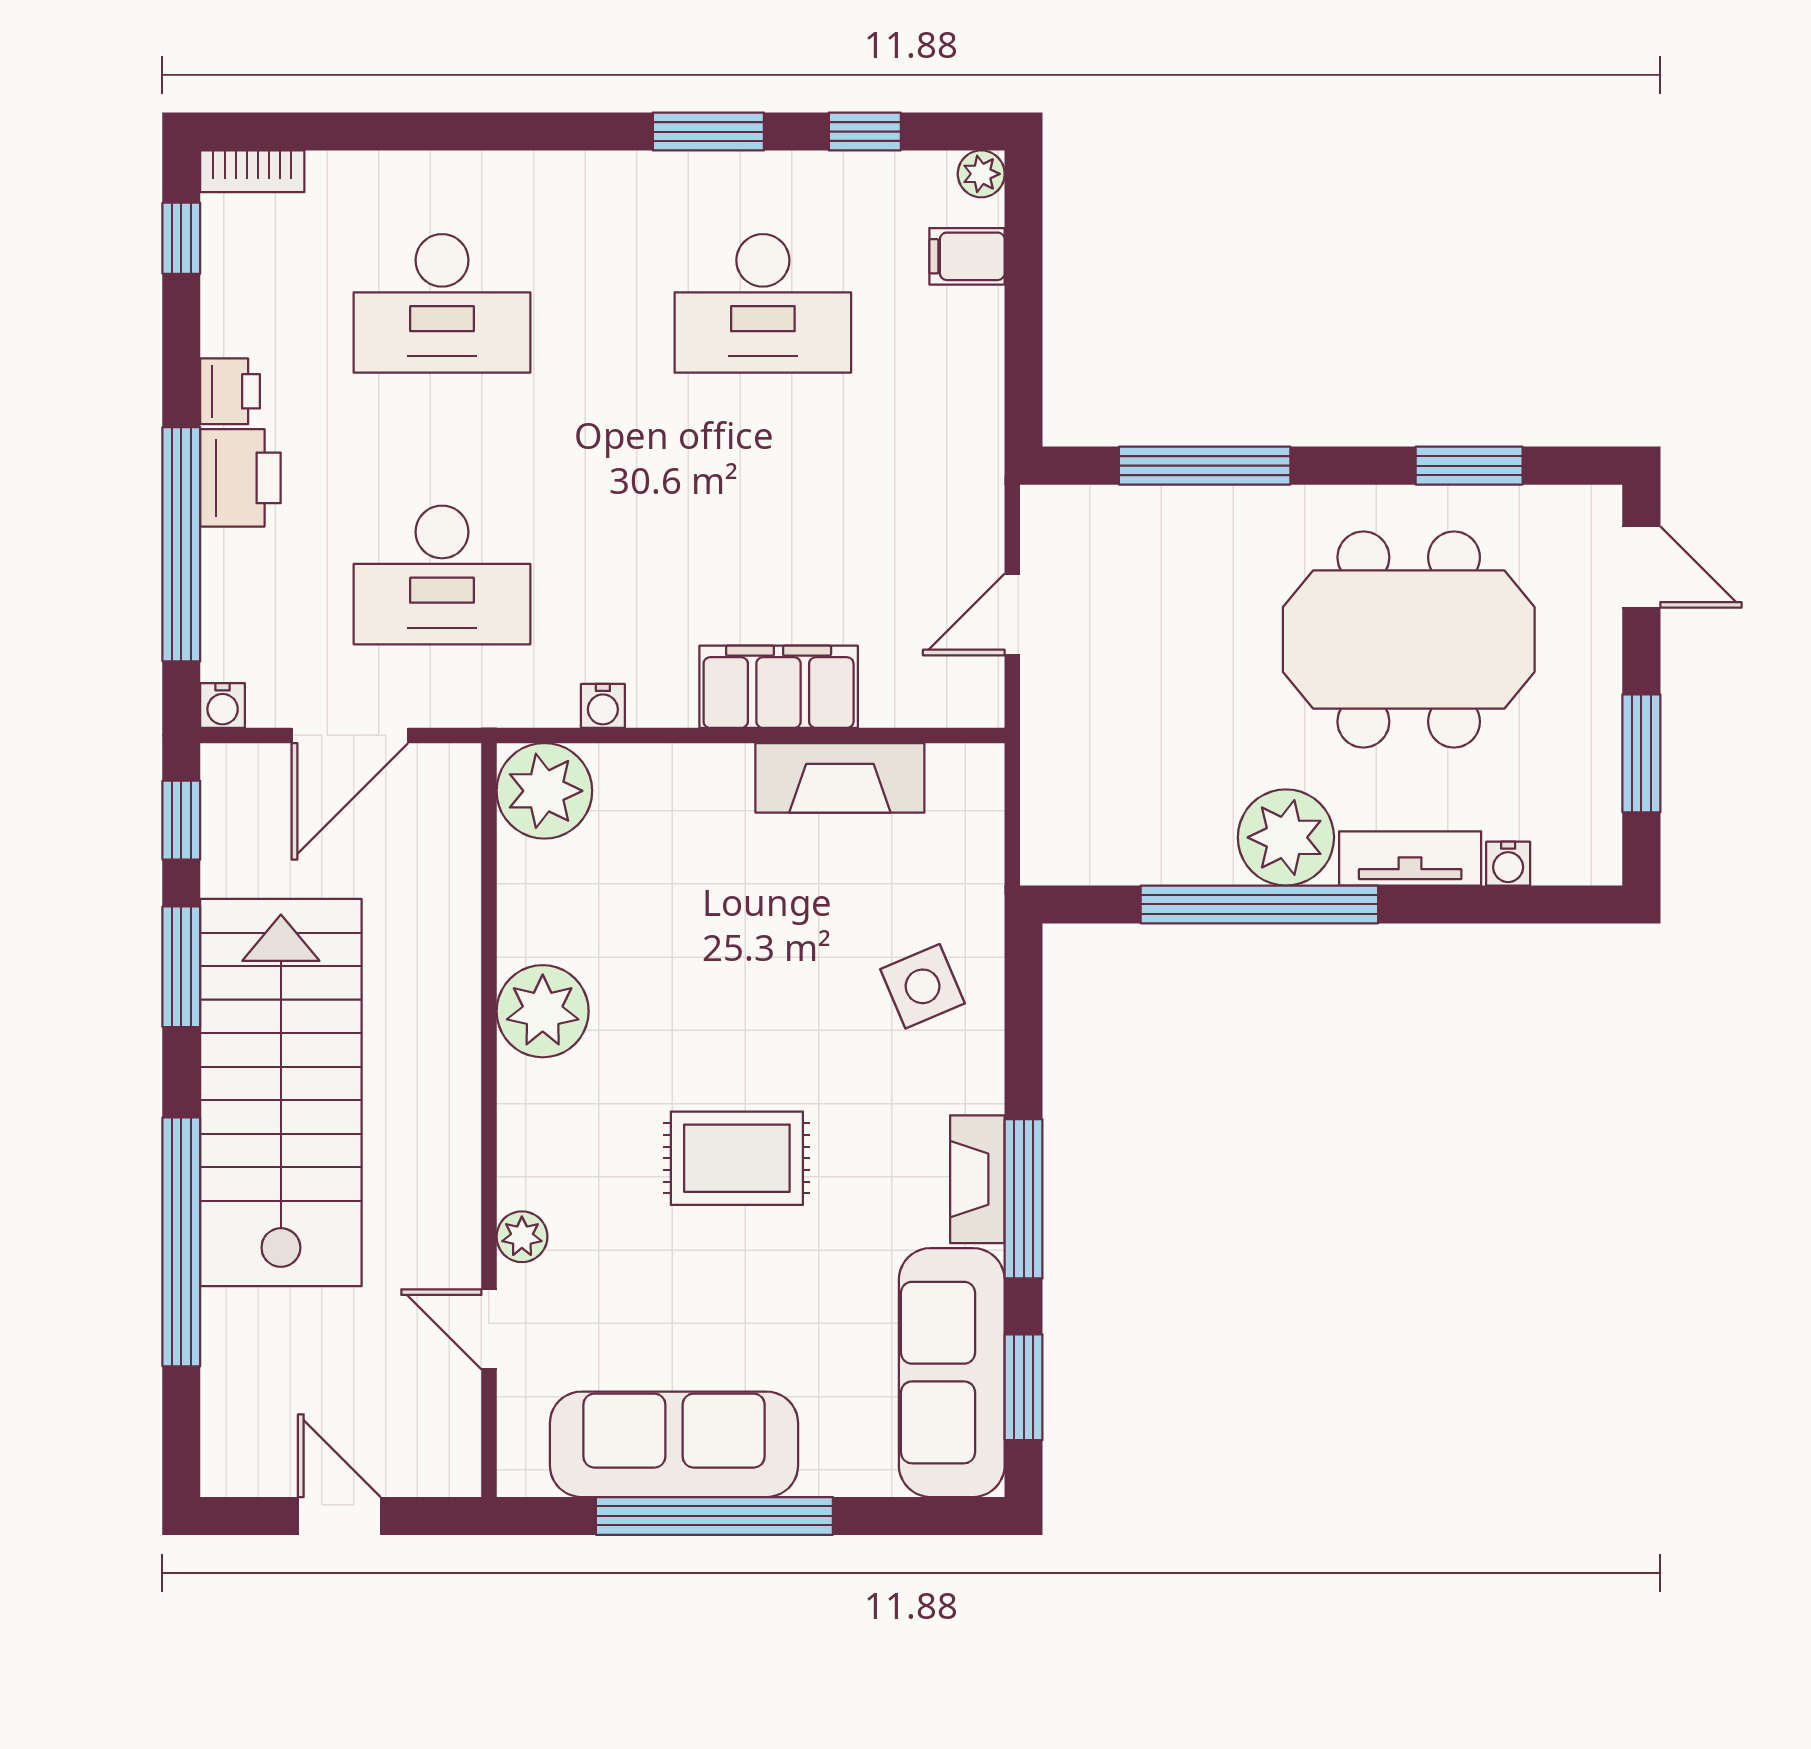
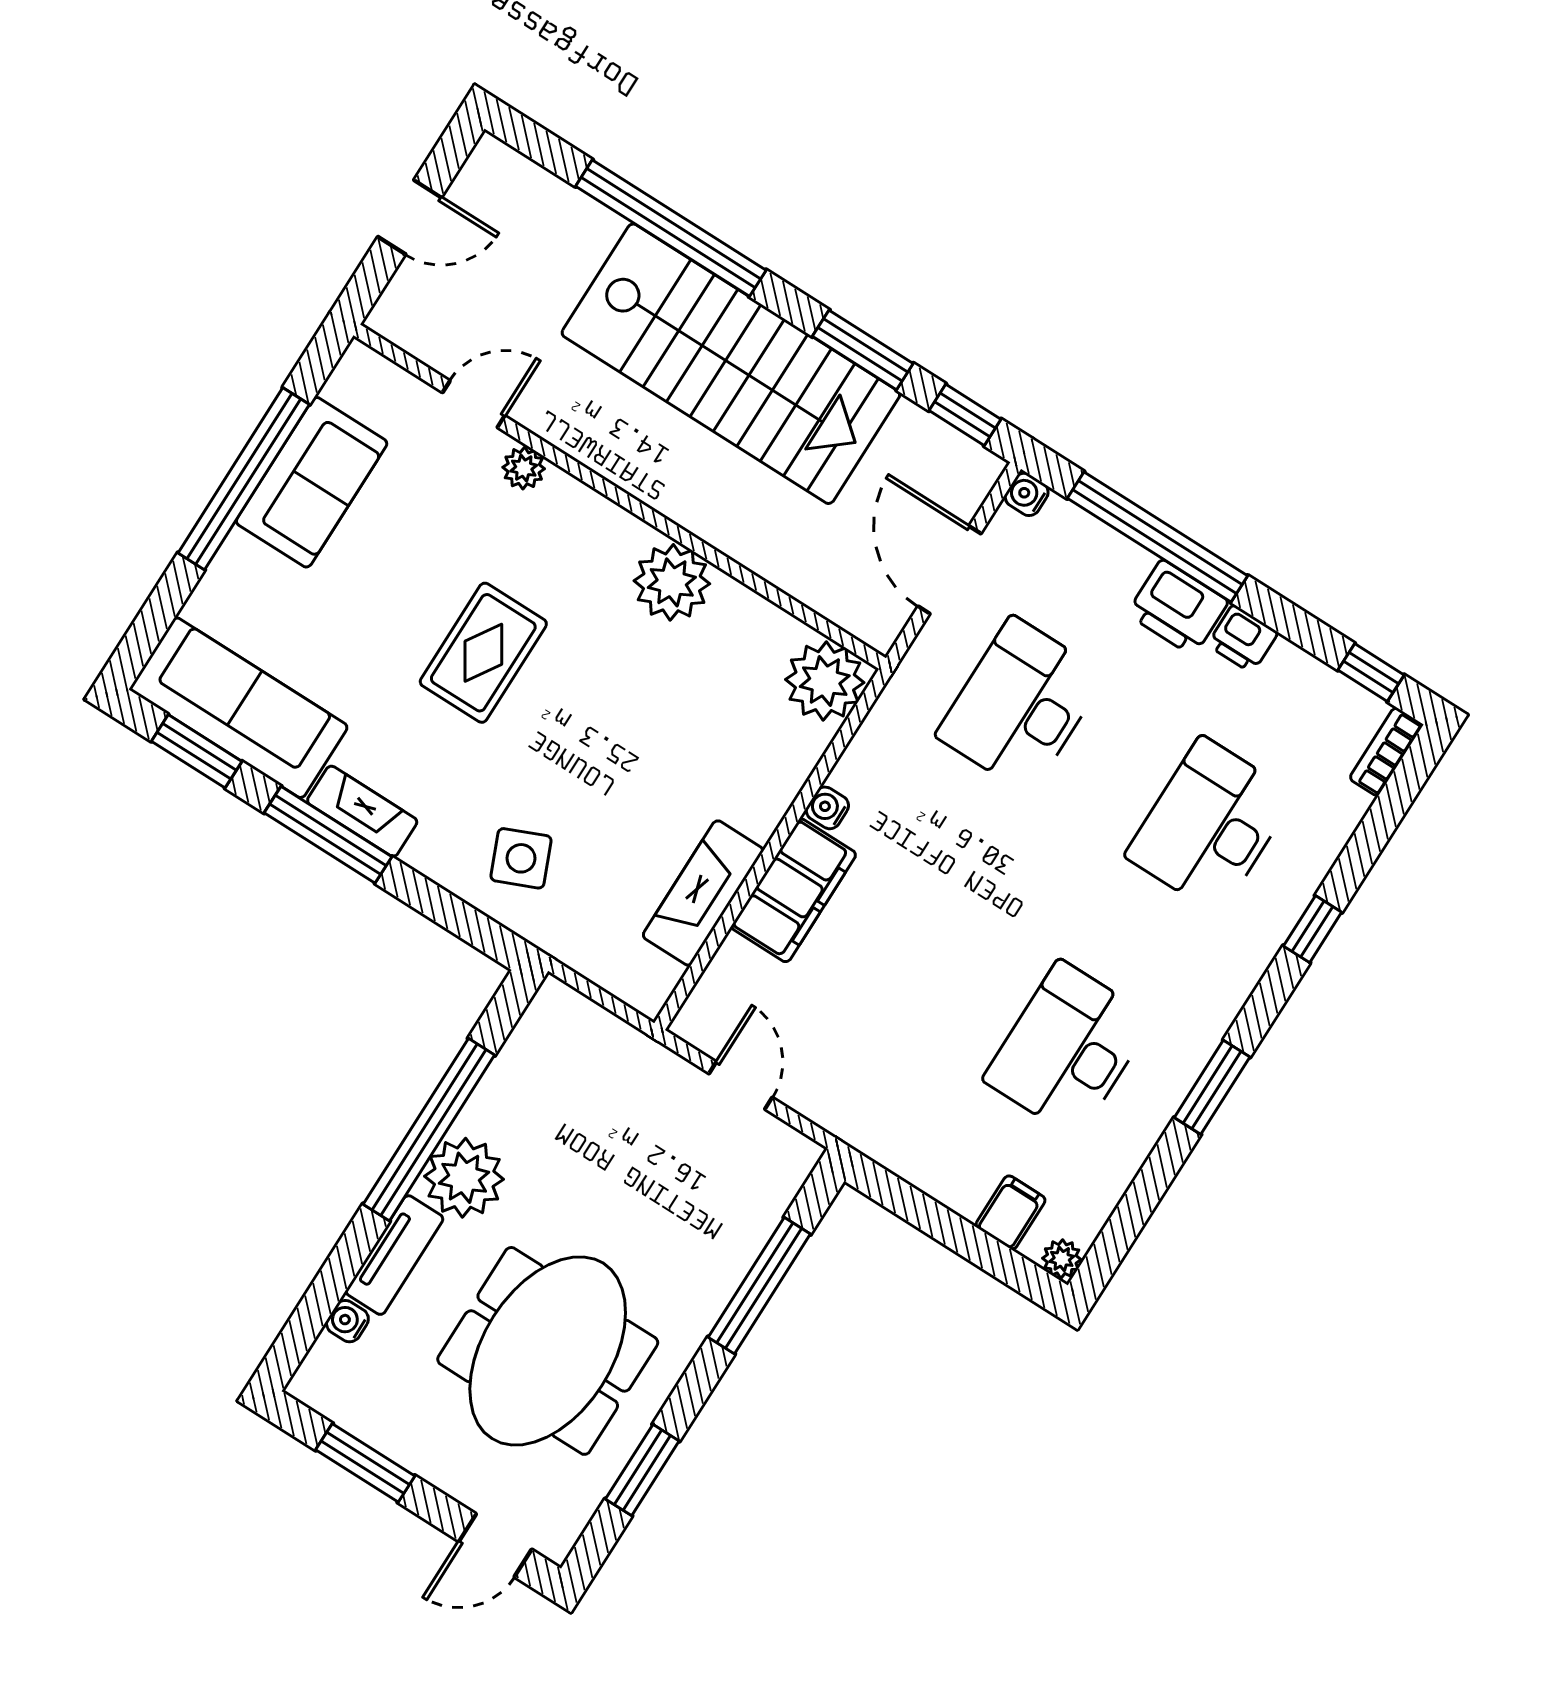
window: (865, 132) -> (1313, 929), moved
water cooler: (603, 706) -> (827, 808), moved
sofa: (674, 1444) -> (312, 482), width x0.73

